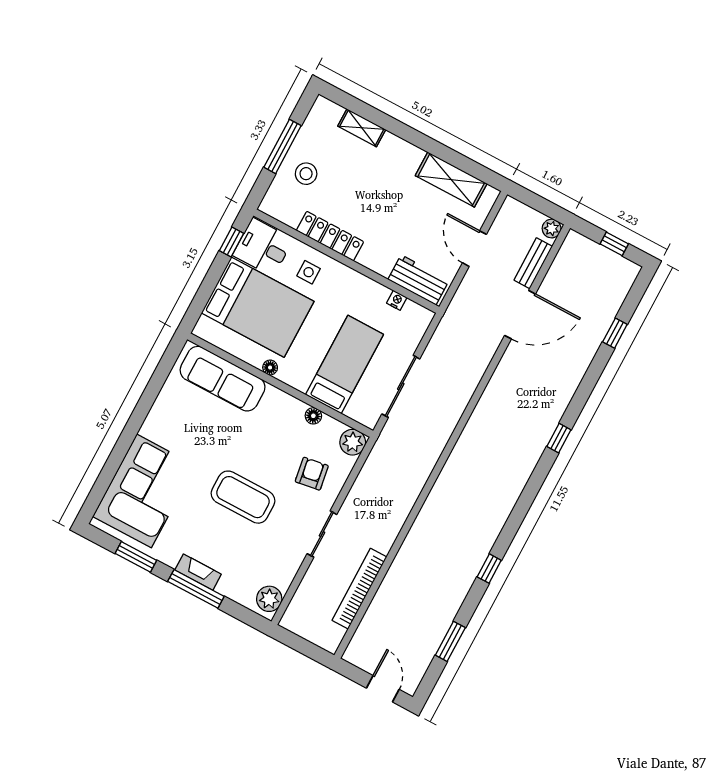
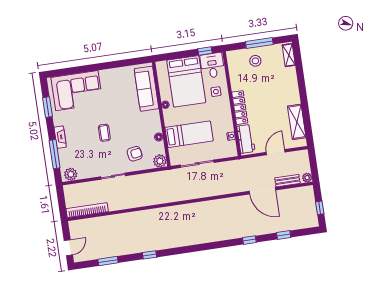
shelving: (362, 128) -> (289, 55), moved
locker: (330, 236) -> (240, 108), moved
window: (559, 438) -> (249, 240), moved
coffee table: (243, 497) -> (104, 133), width x0.54, depth x0.58
window: (196, 589) -> (55, 154), moved
bookcase: (359, 589) -> (87, 210), moved

